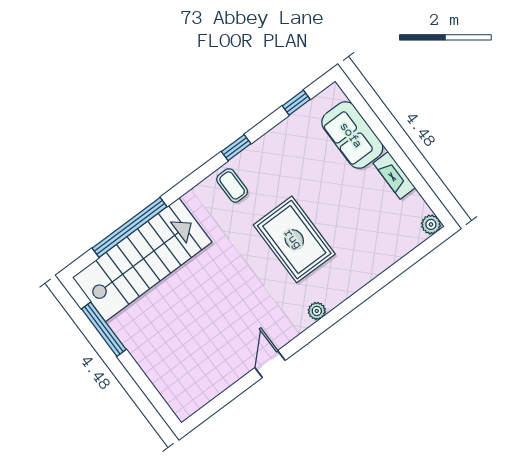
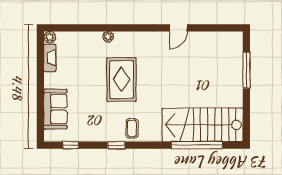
fireplace: (394, 175) -> (50, 58), moved
plant: (317, 311) -> (108, 37), moved
window: (104, 329) -> (246, 70), moved

